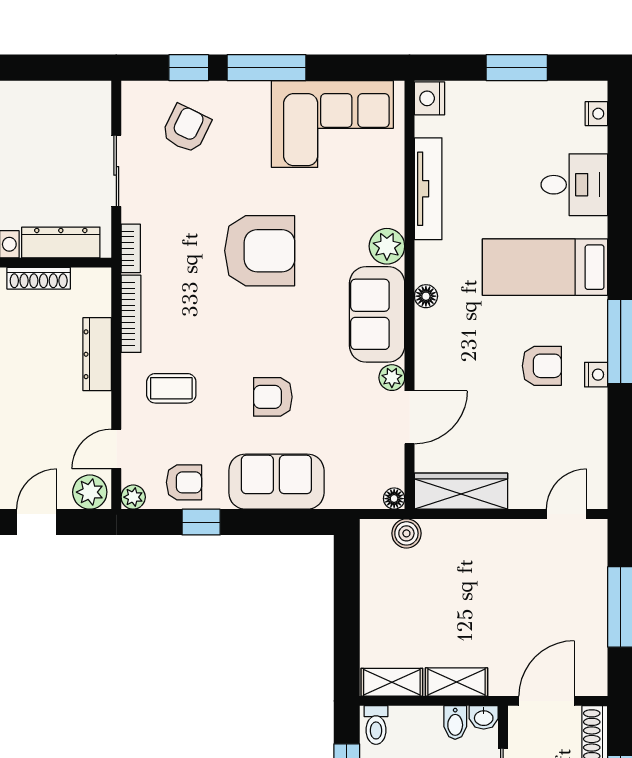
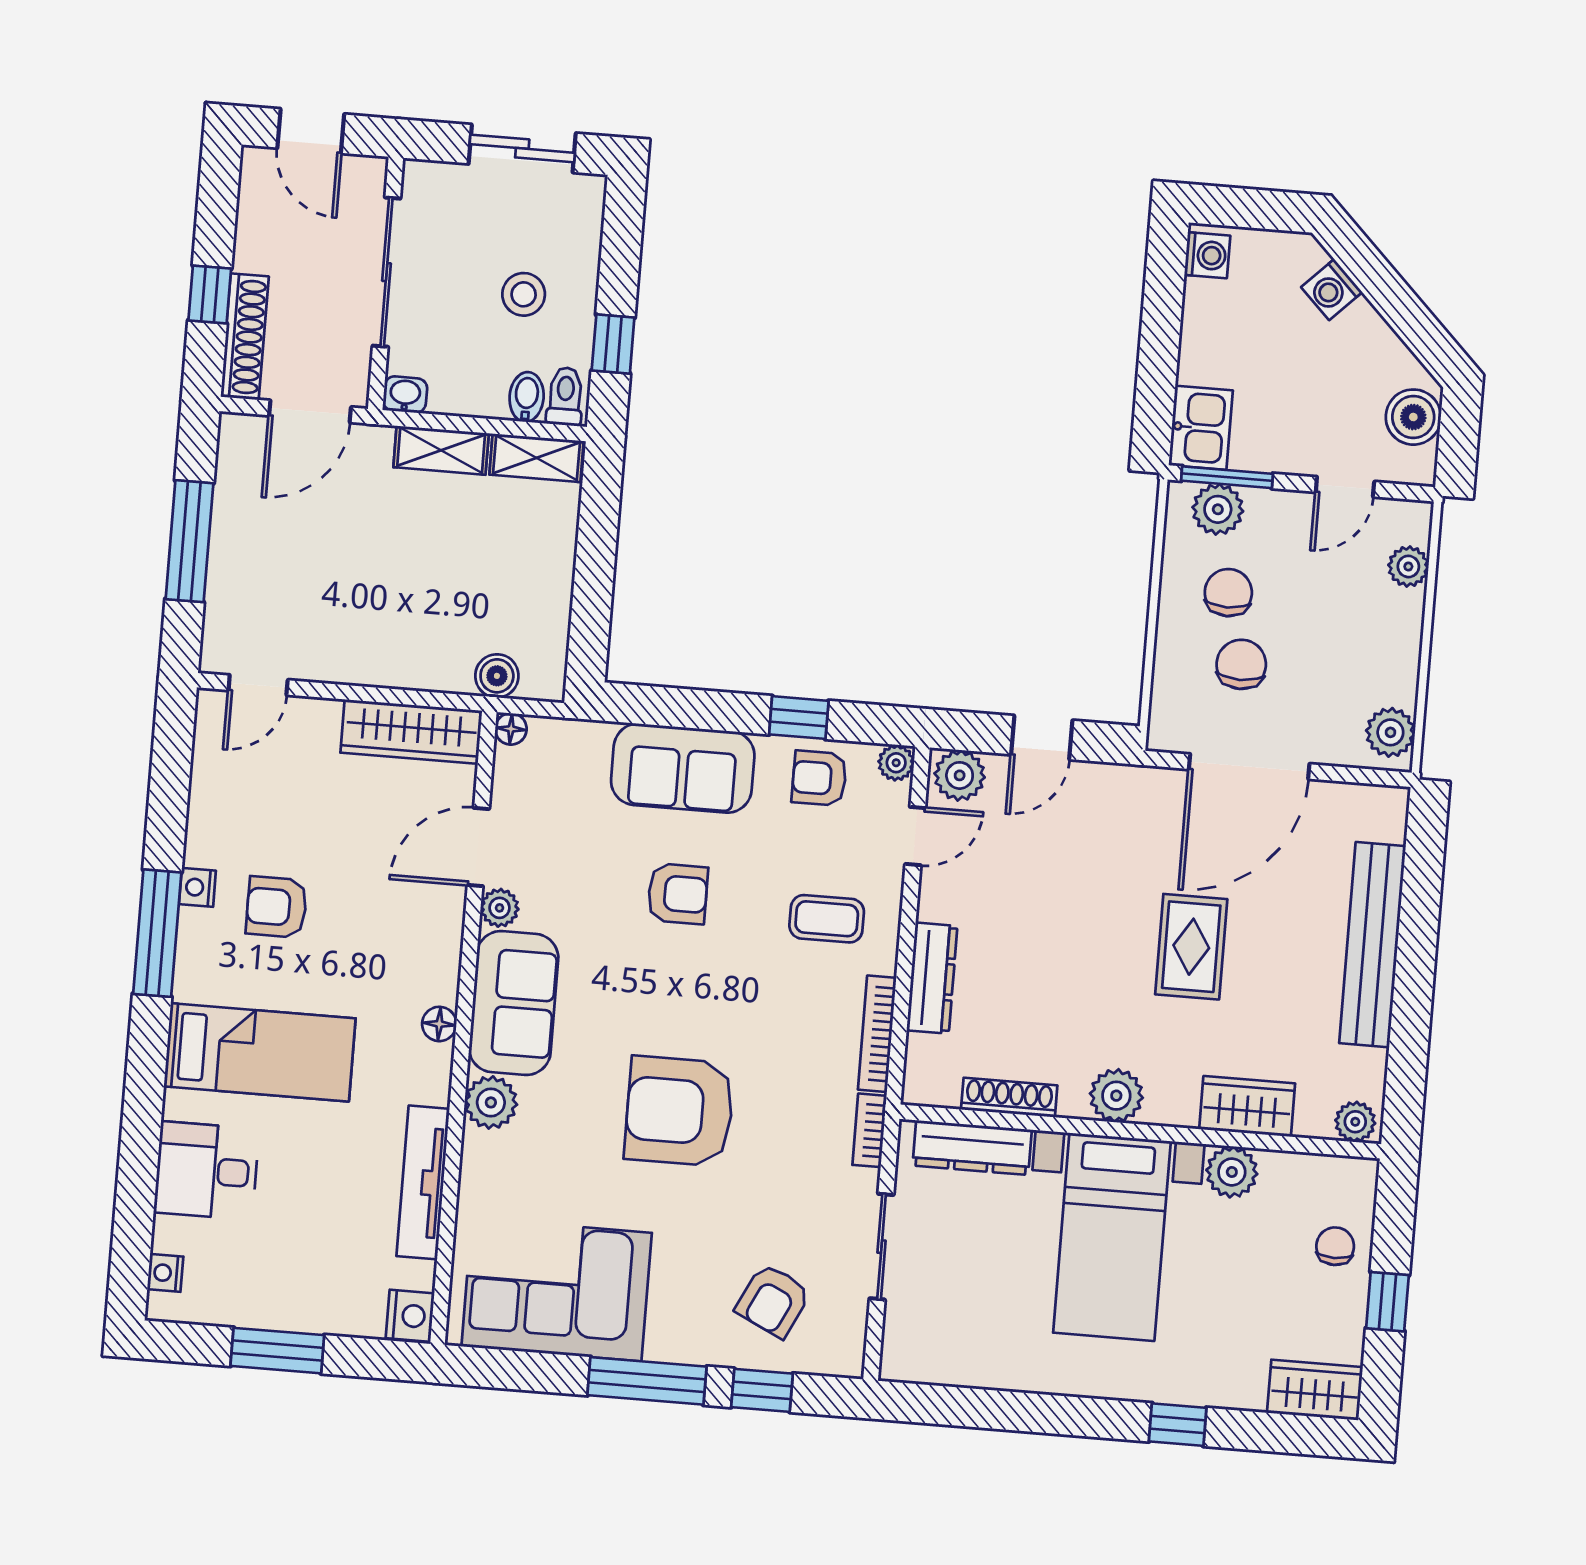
bidet: (455, 723) -> (527, 397), moved

